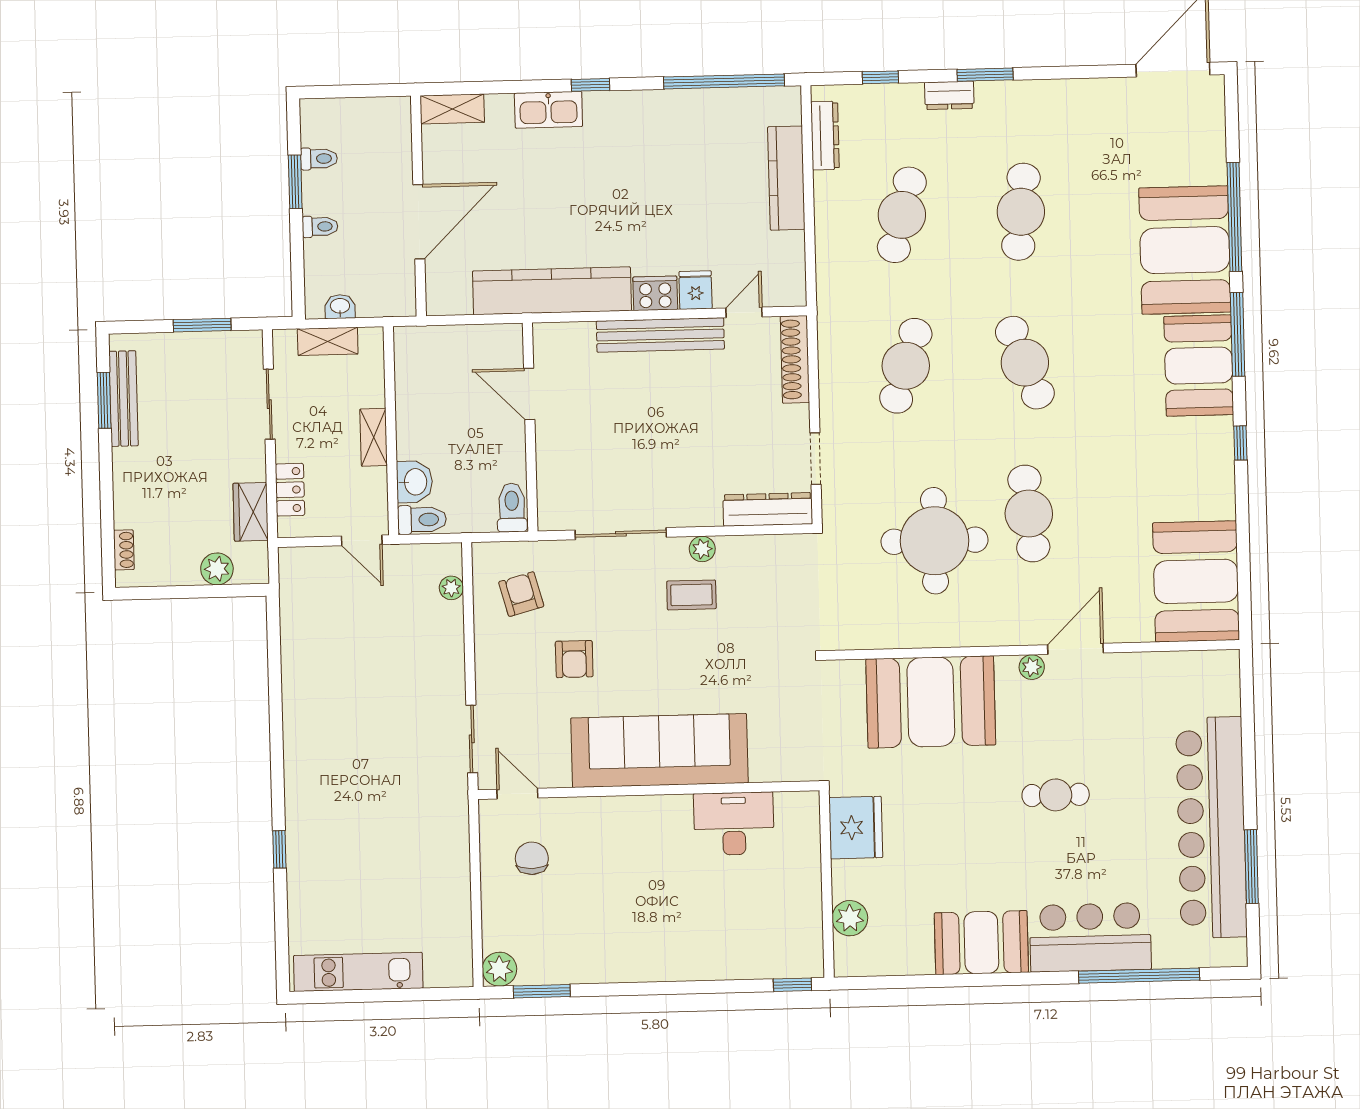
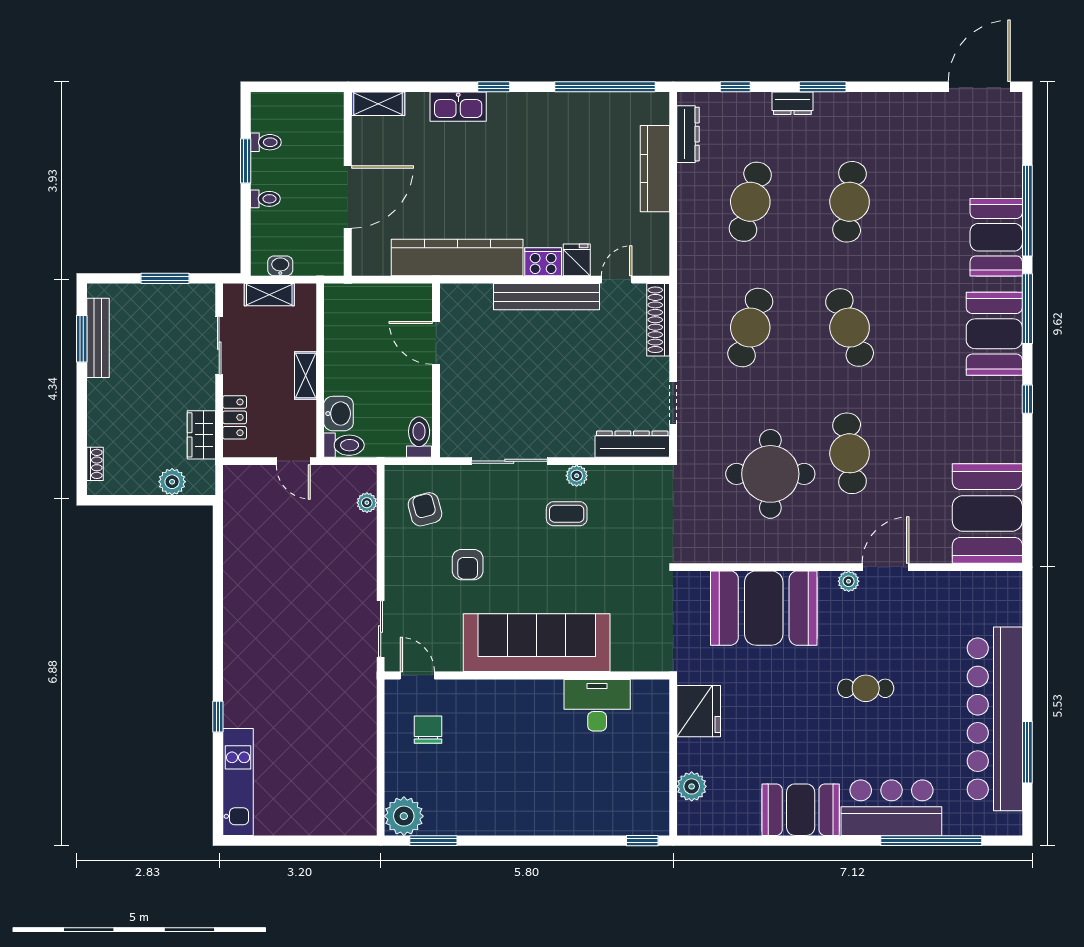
booth: (1185, 250) -> (996, 237), width x0.73, depth x0.70
plant: (499, 969) -> (404, 816), width x1.36, depth x1.36
kitchen unit: (358, 972) -> (238, 782), moved, turned 90

